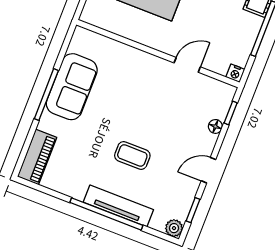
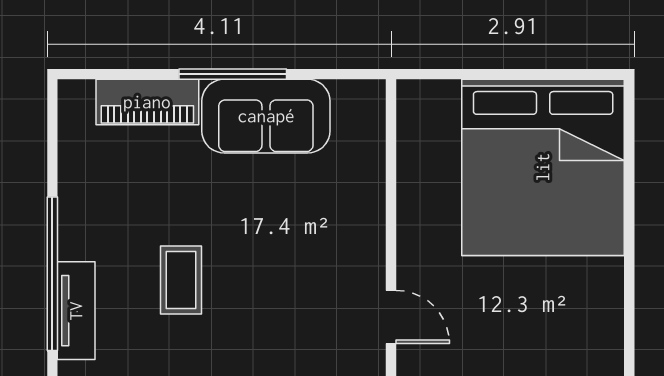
piano: (37, 157) -> (147, 102), moved
tv unit: (118, 206) -> (76, 311), width x0.71

